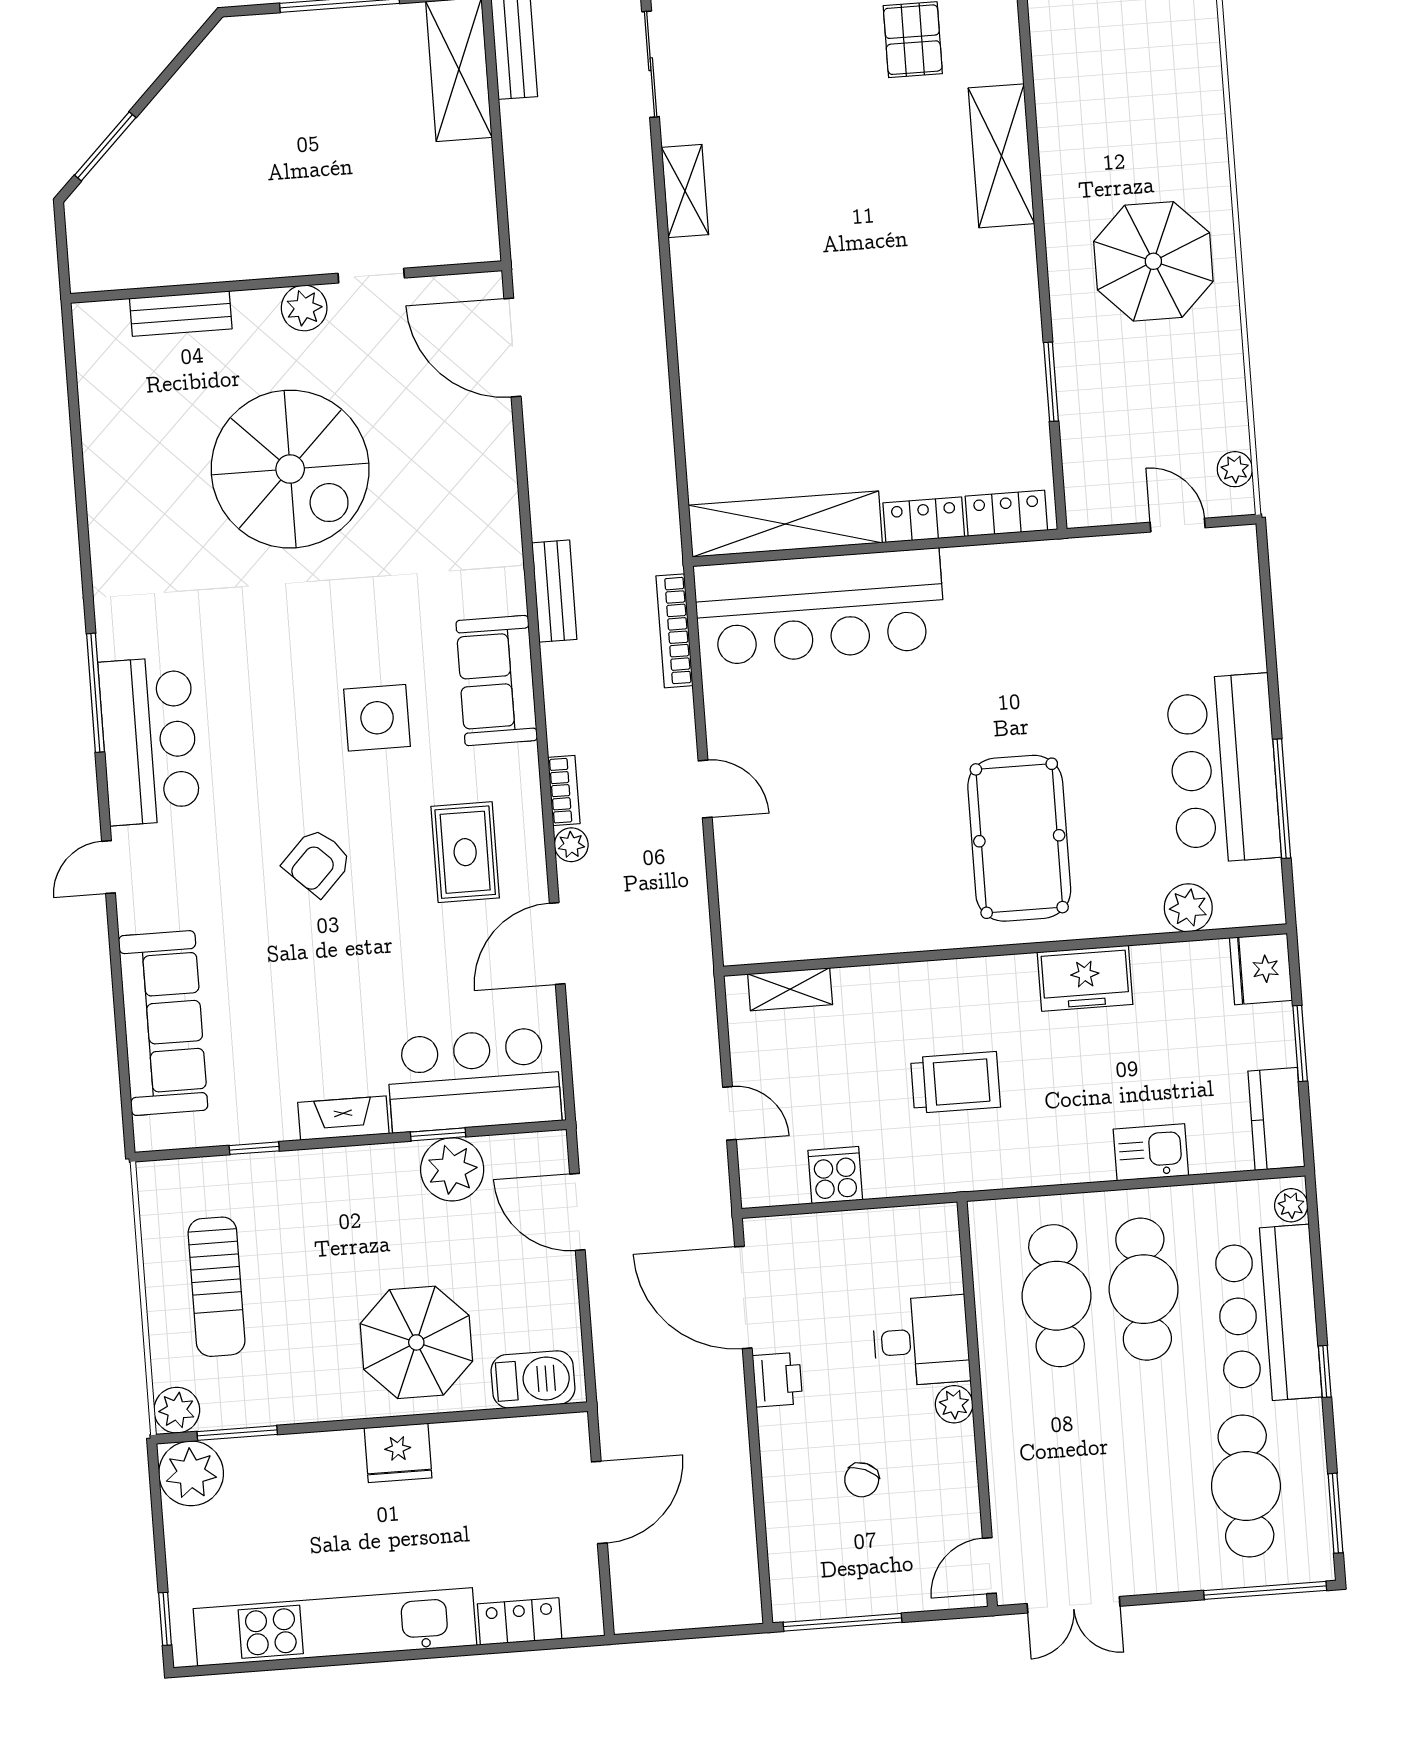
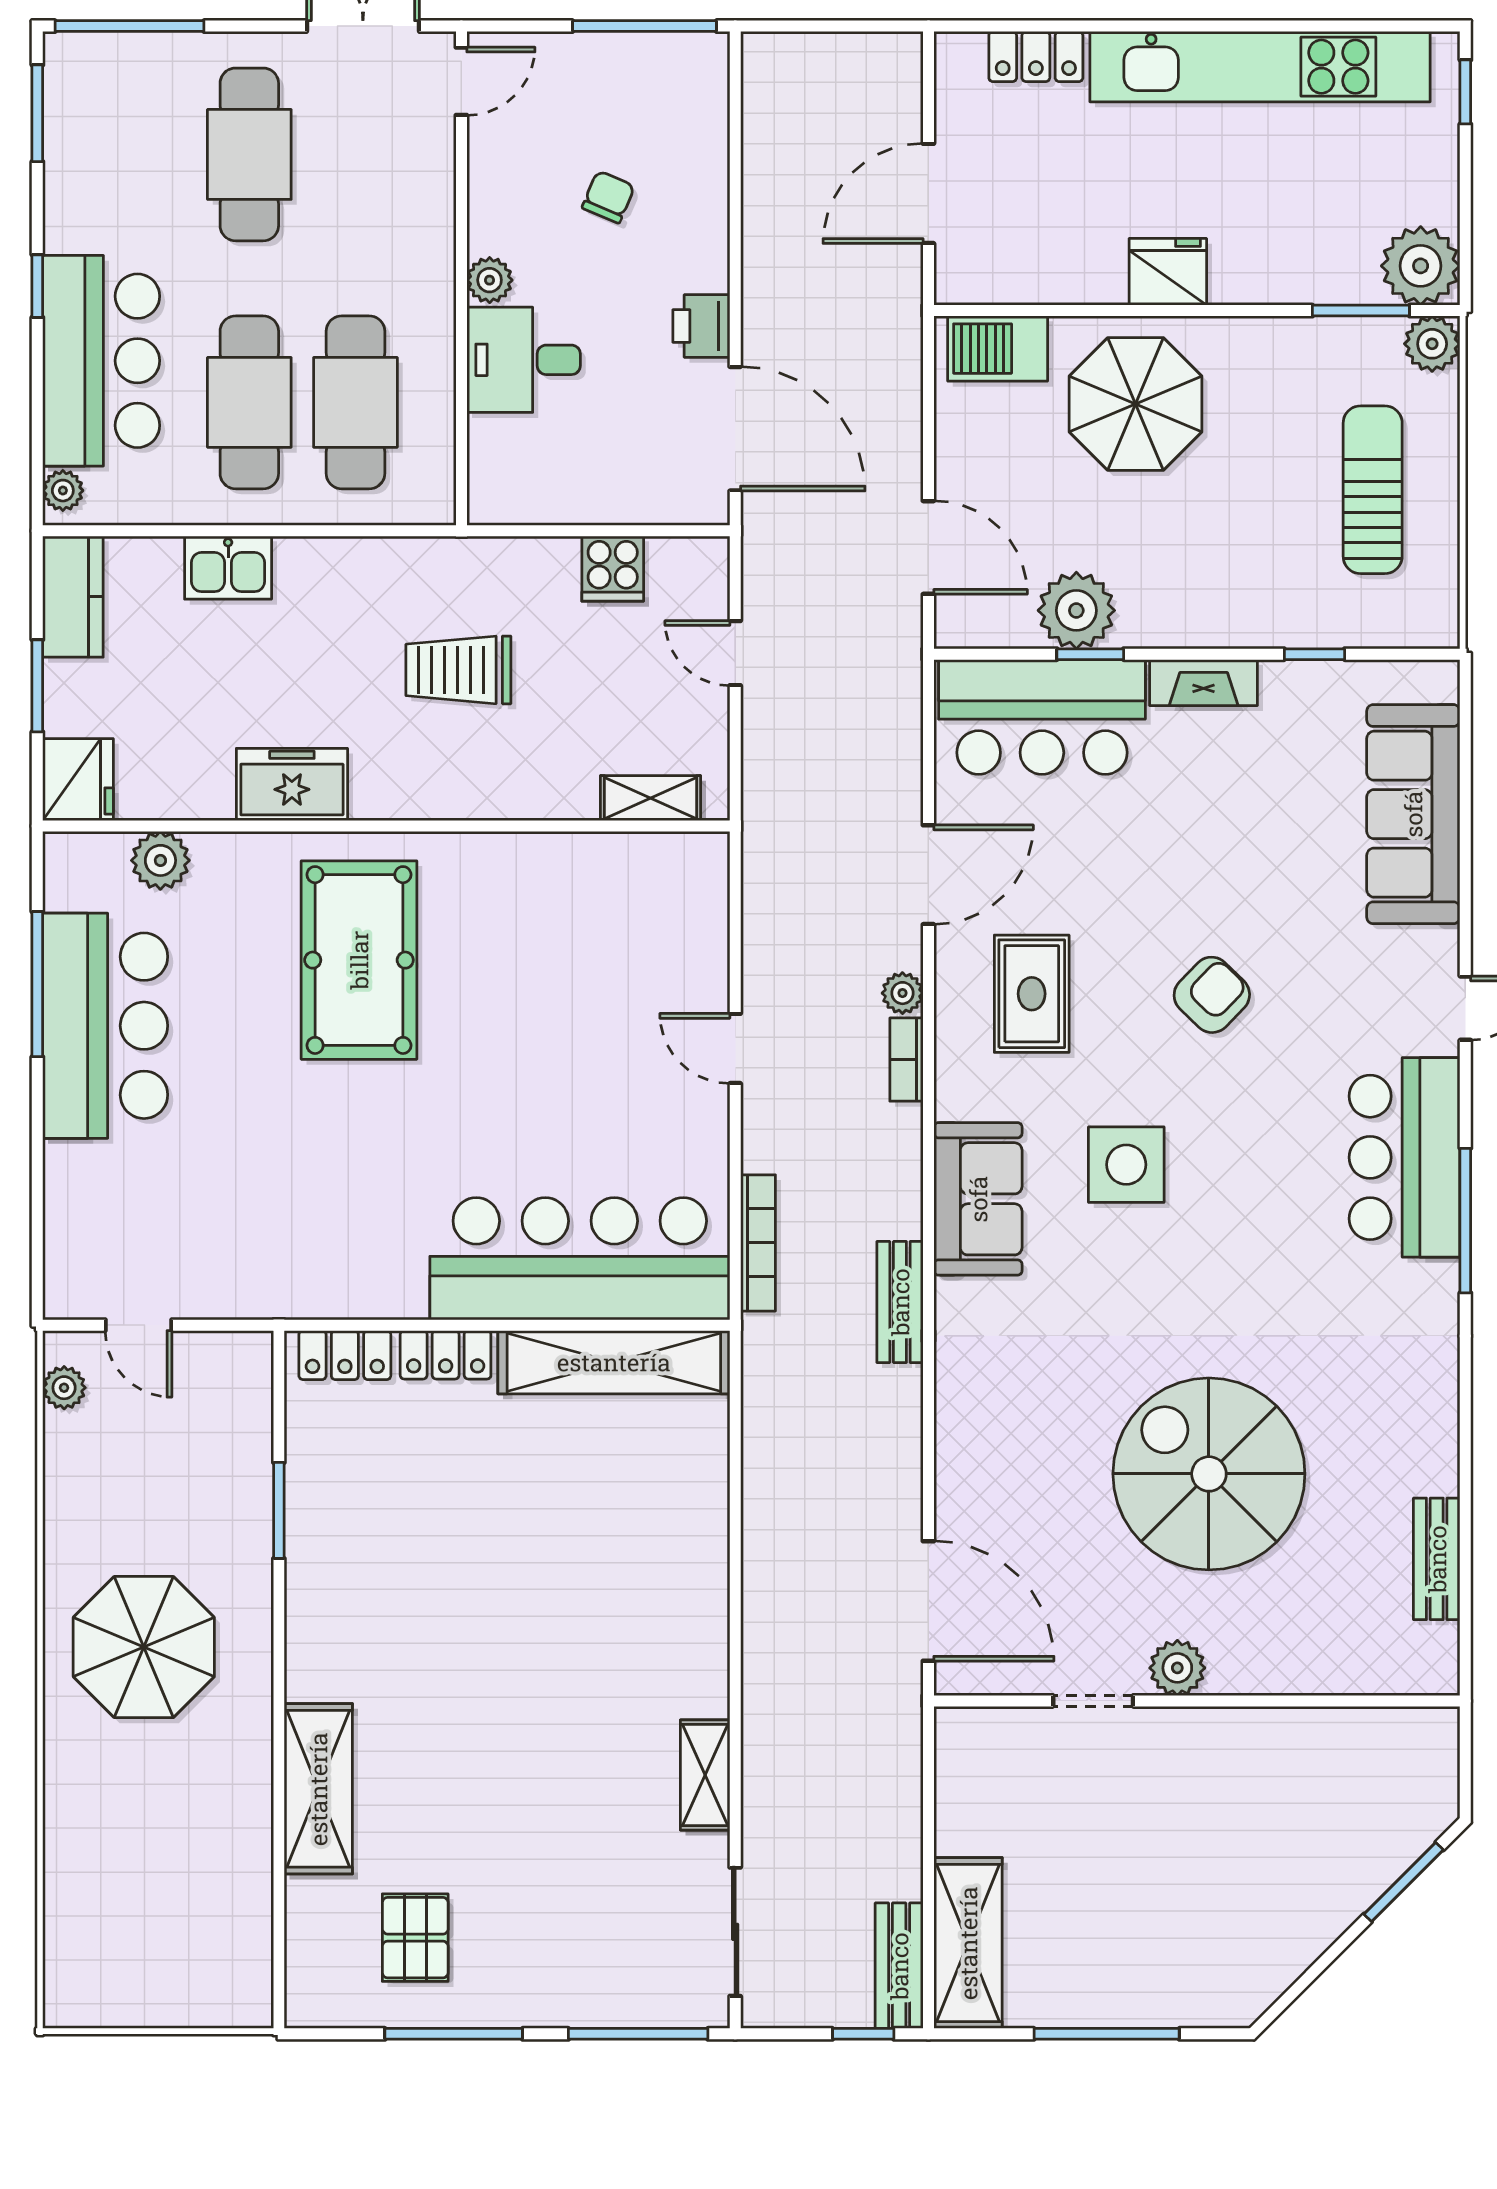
bench: (181, 314) -> (1437, 1559), moved, turned 90
cafe table: (1246, 1486) -> (249, 154), moved

